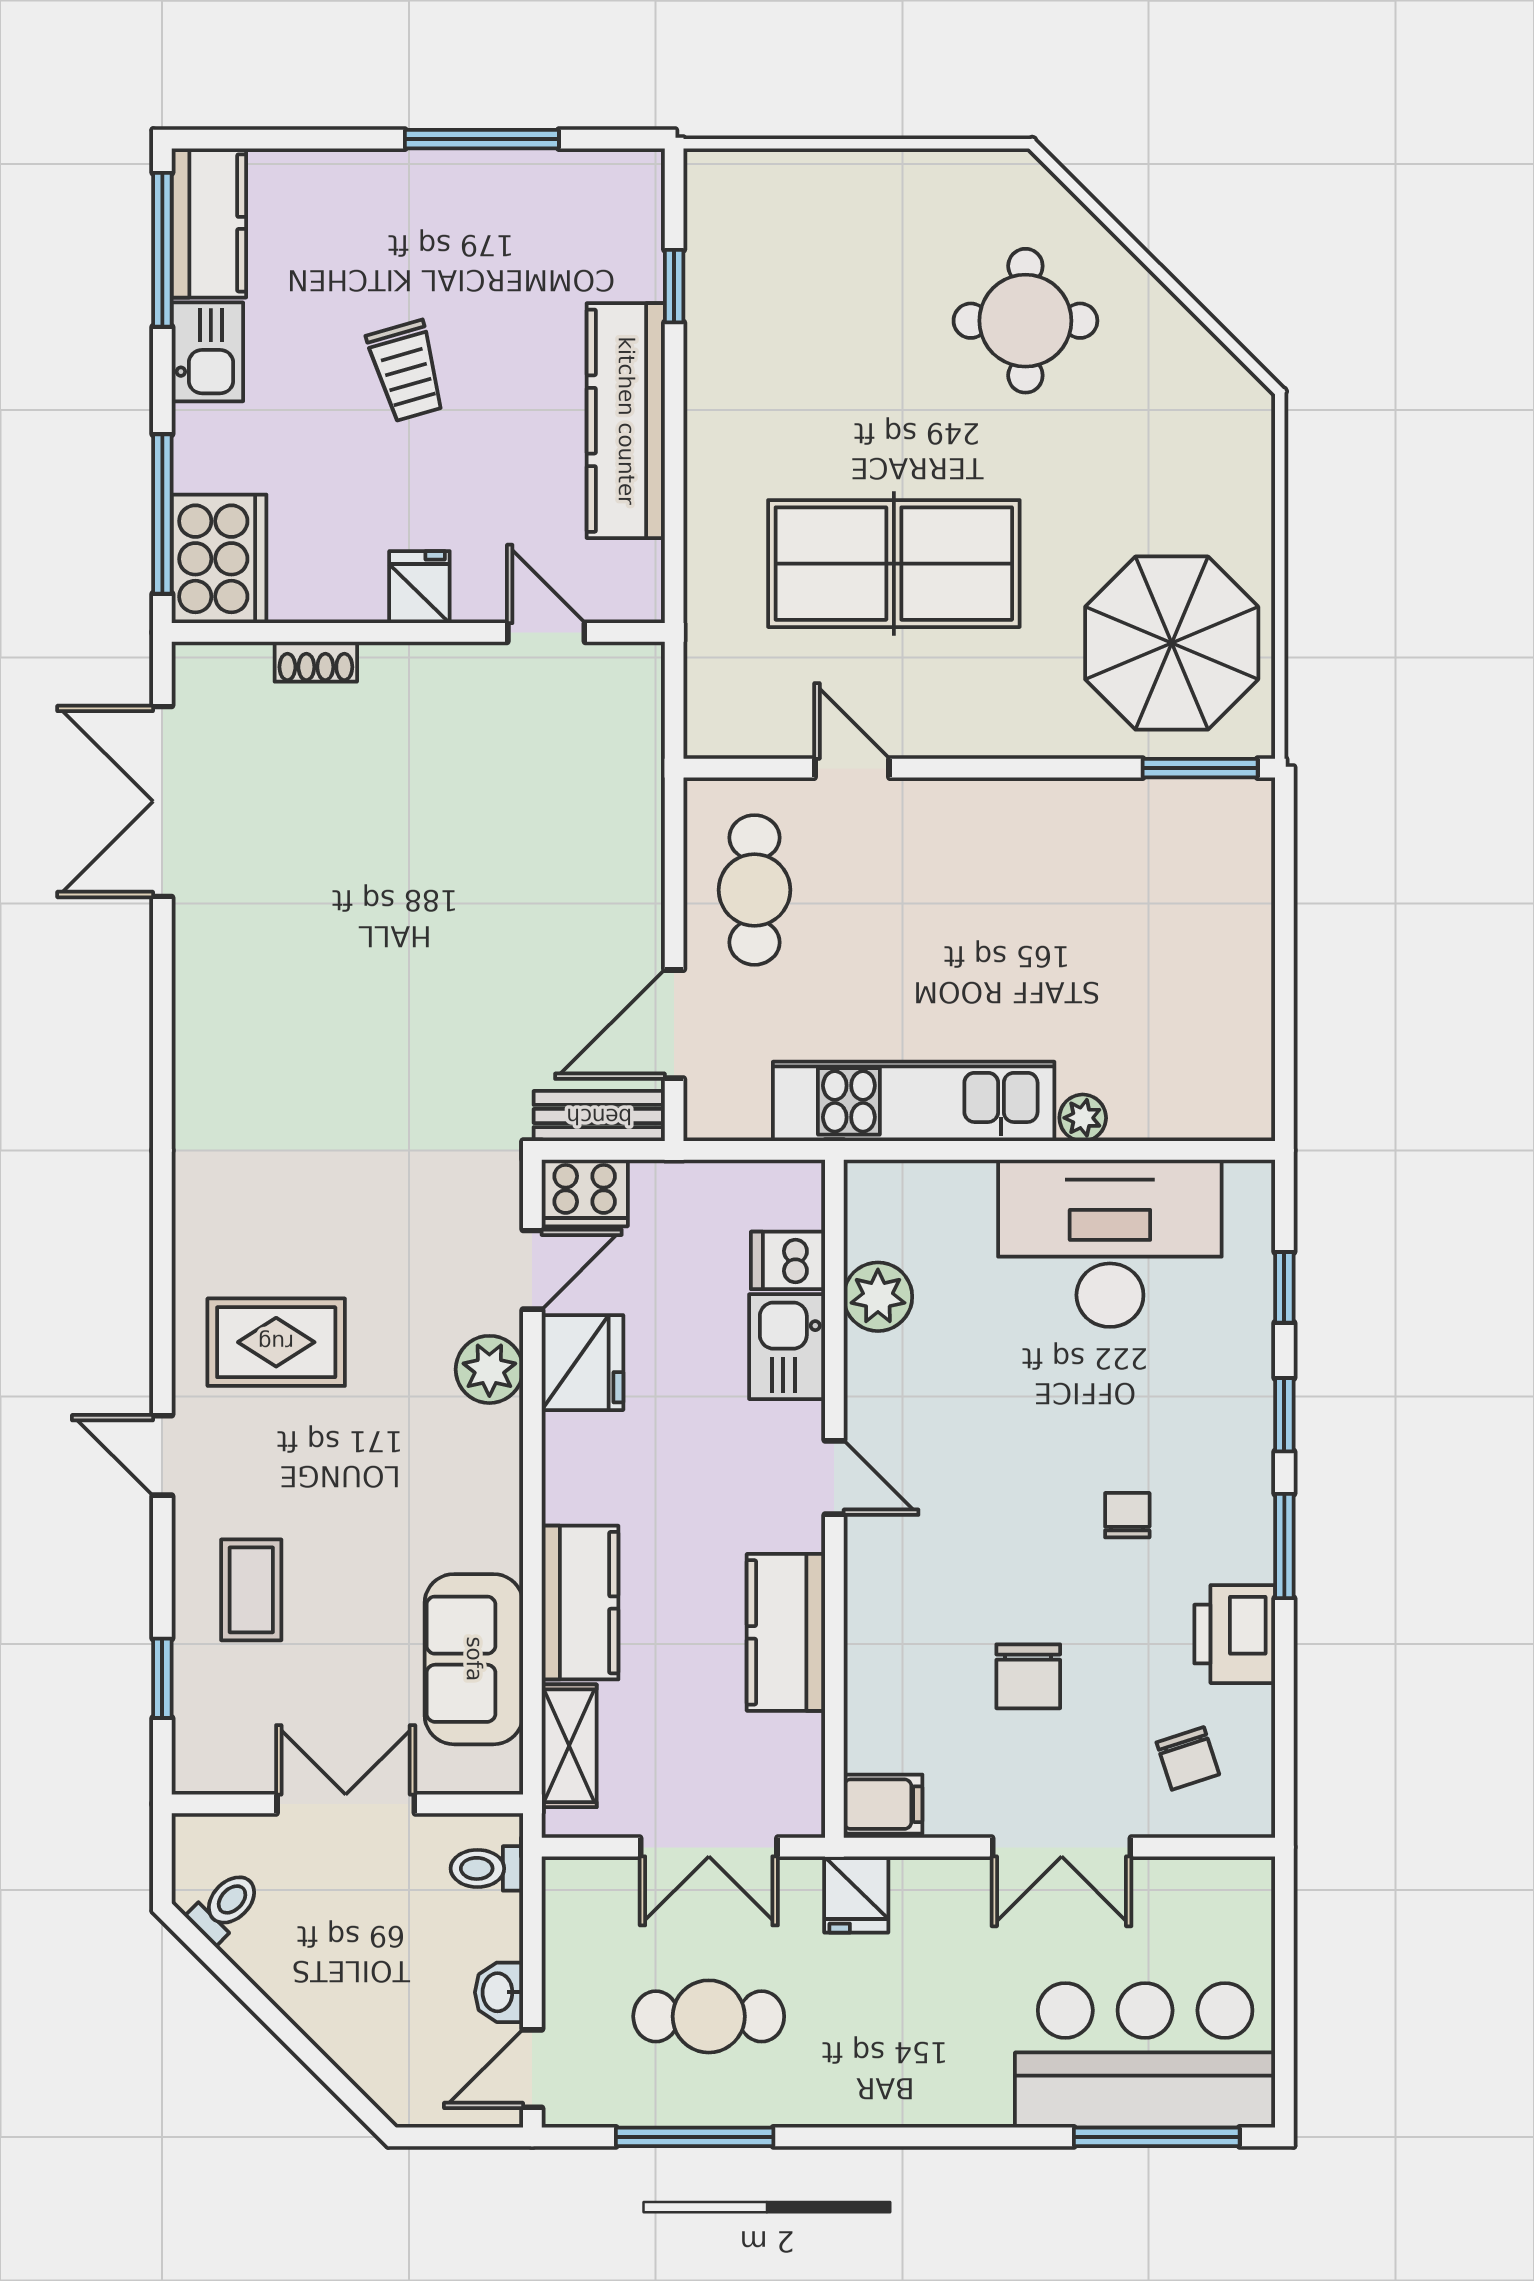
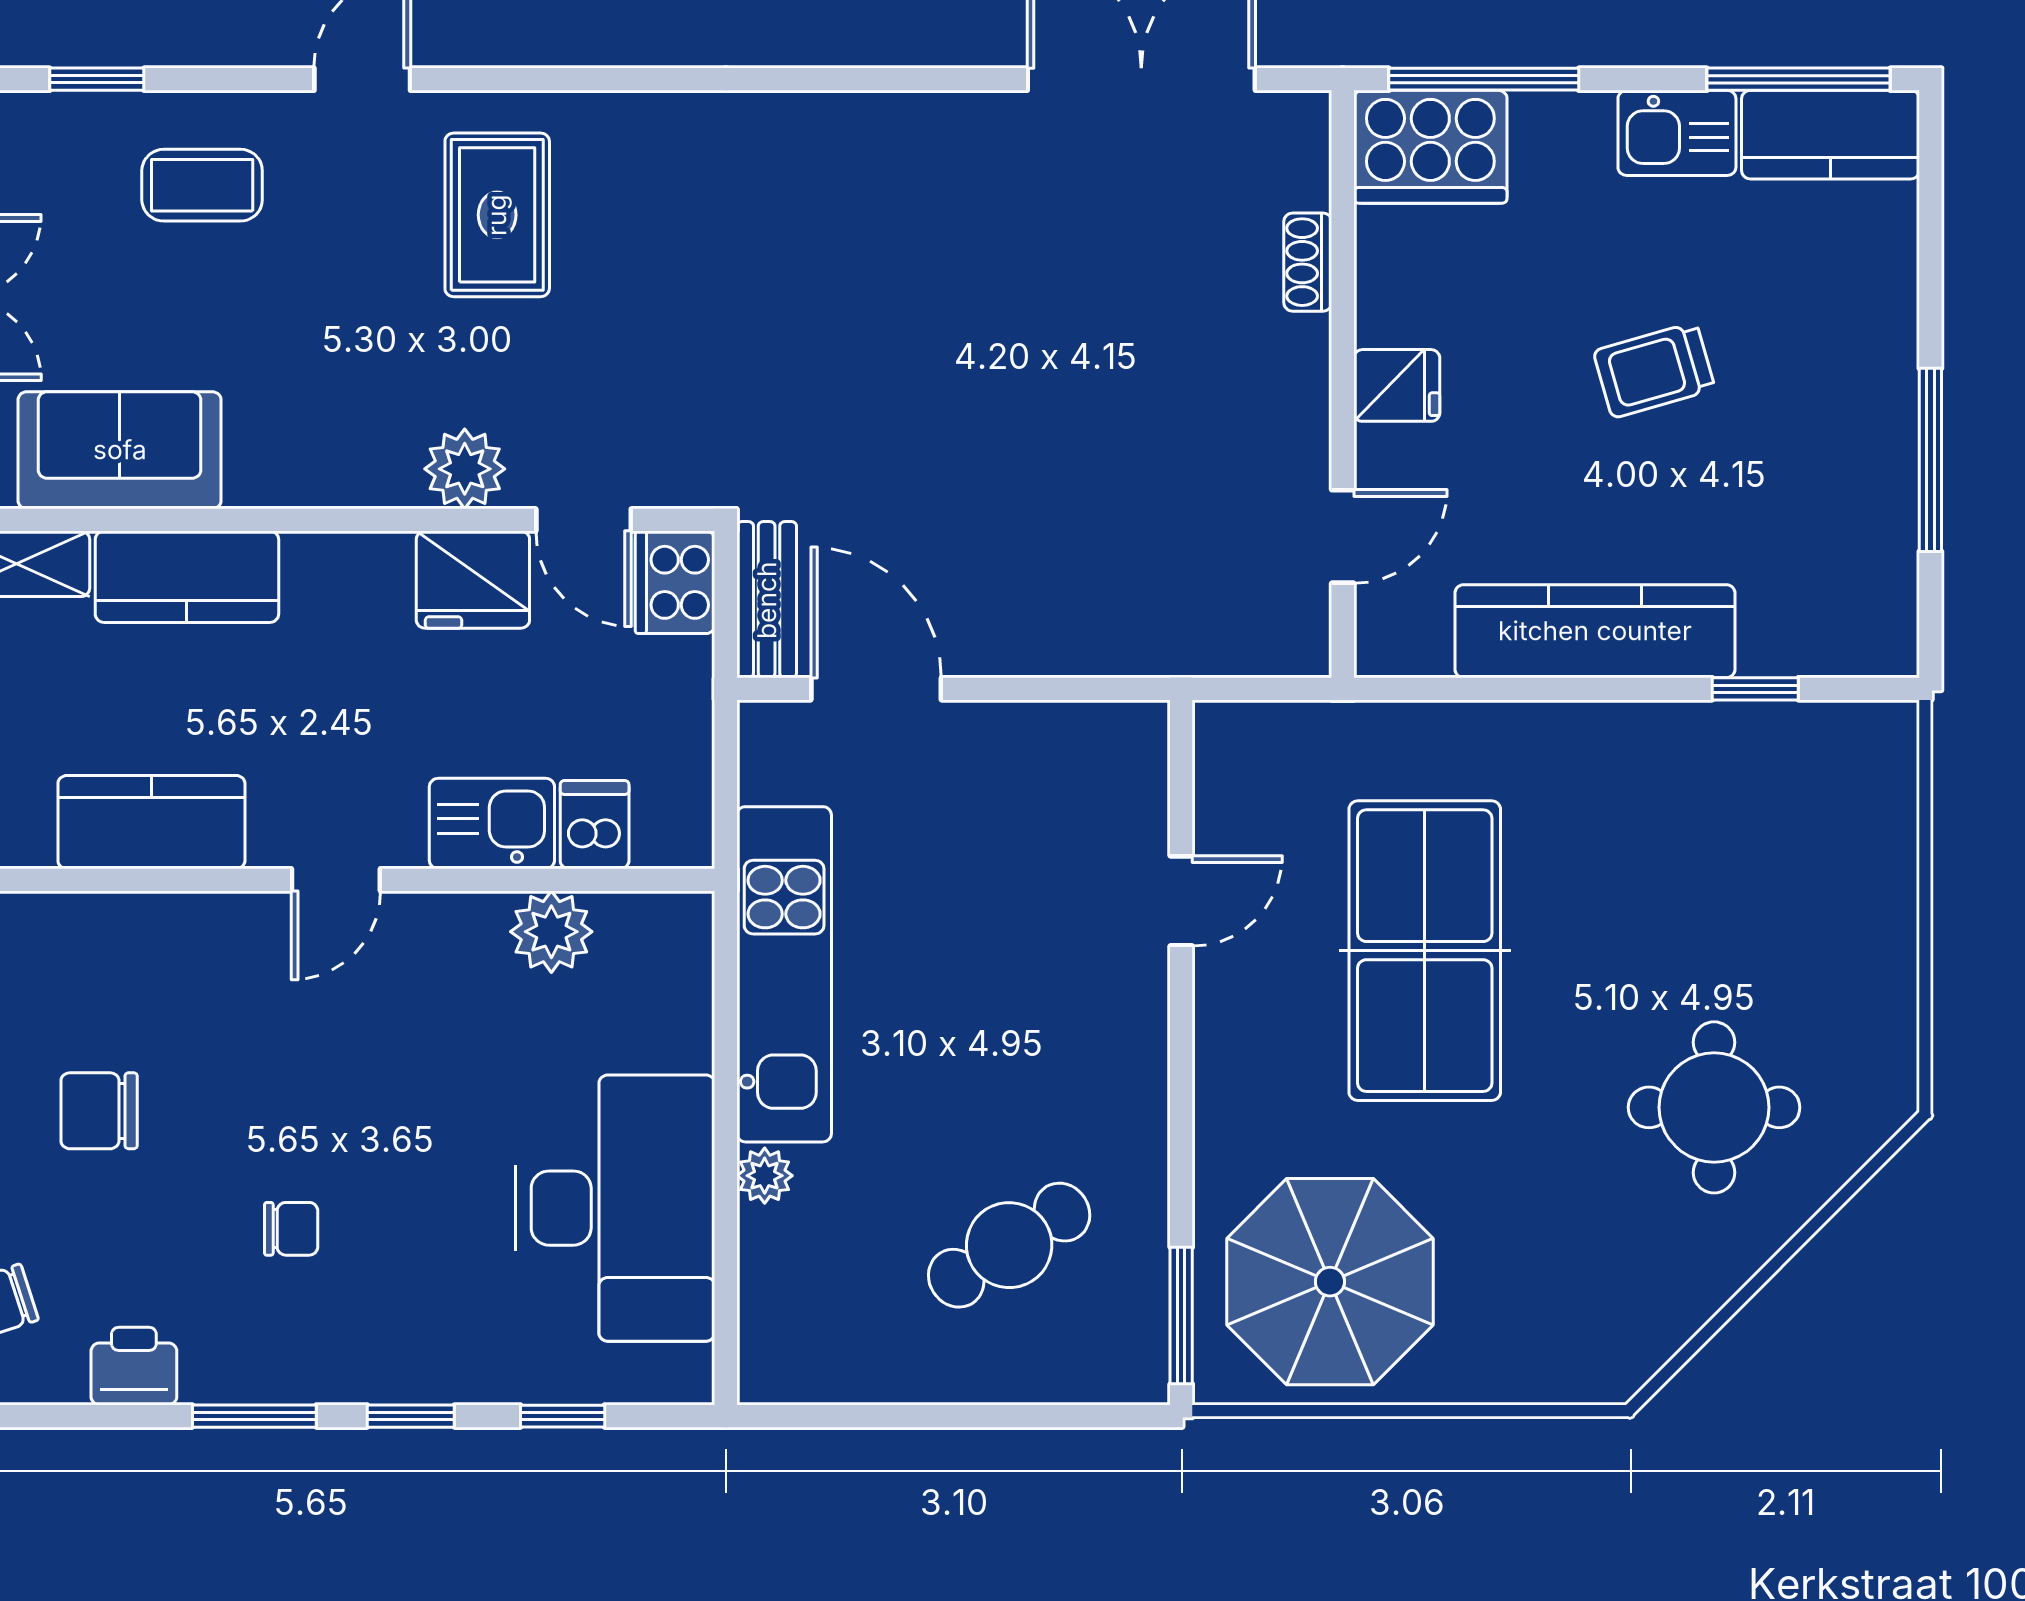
cafe table: (754, 890) -> (1009, 1245), moved, turned -32
printer: (1235, 1634) -> (134, 1366), width x0.73, depth x0.81

